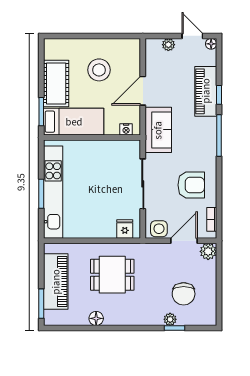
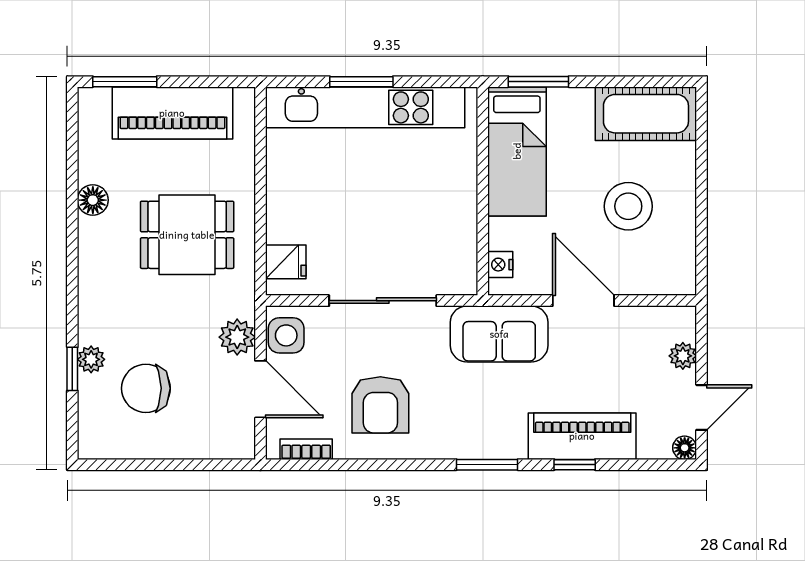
cot: (56, 83) -> (646, 114), moved
window: (219, 135) -> (487, 465), width x0.69
plant: (208, 251) -> (237, 337), moved
dining table: (112, 275) -> (187, 235), turned 90

